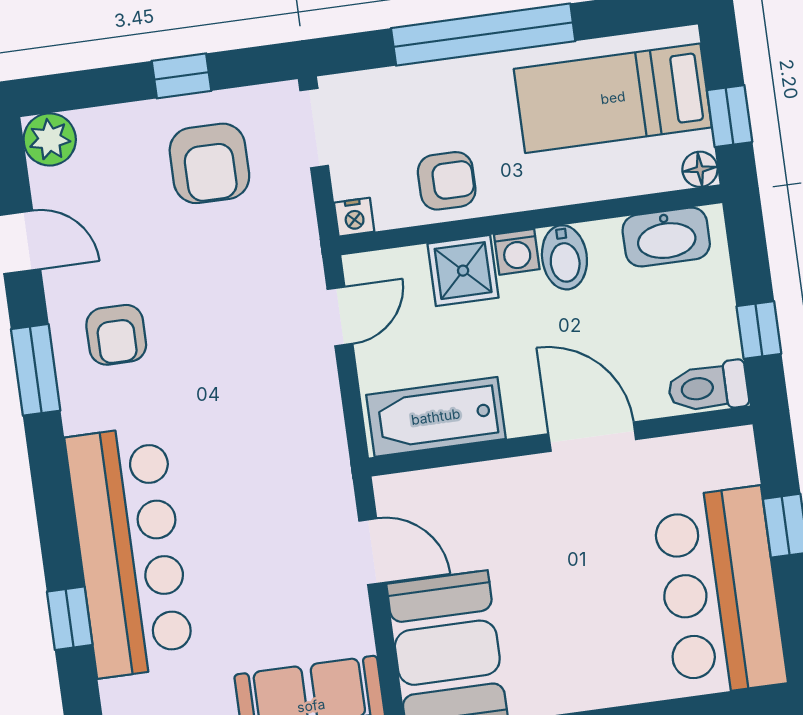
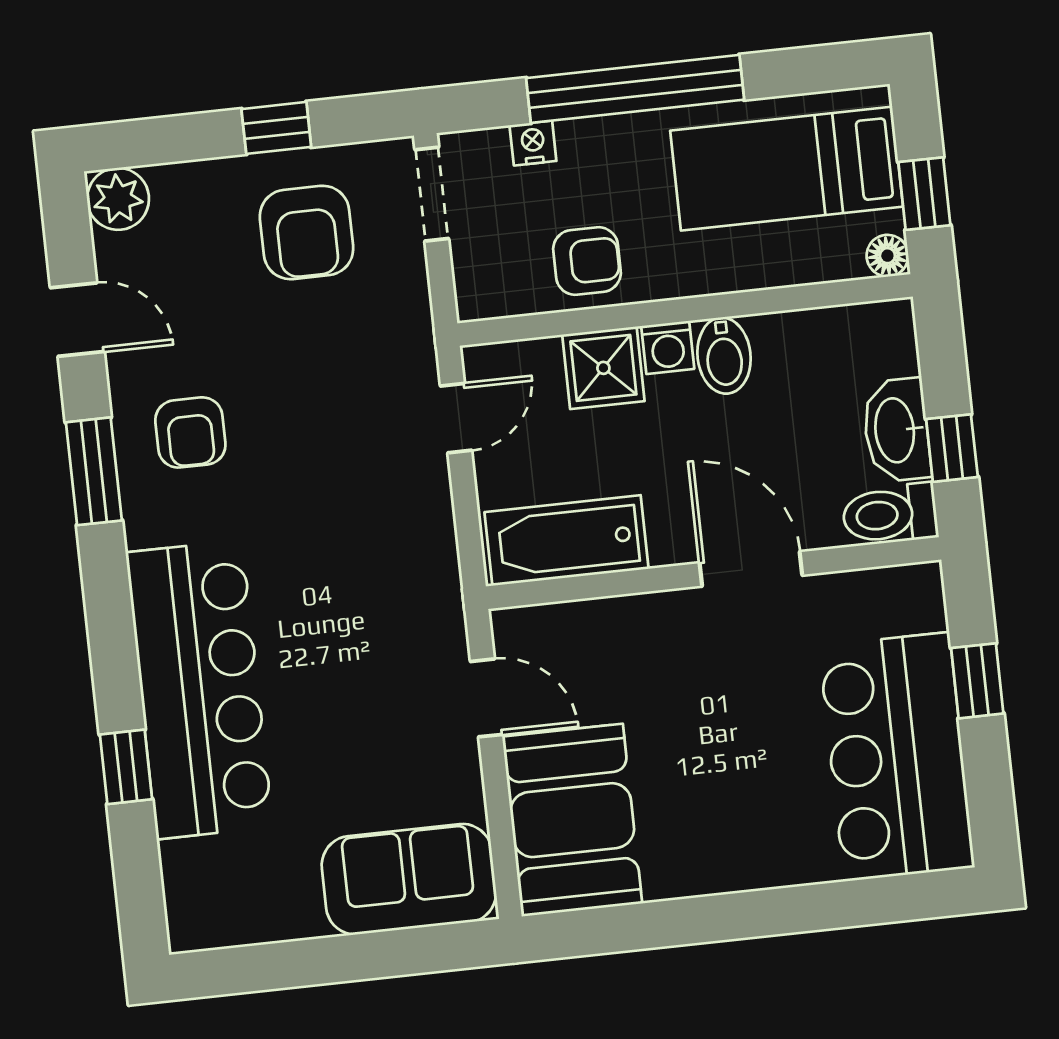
nightstand: (354, 217) -> (533, 143), moved, turned 180
washbasin: (666, 237) -> (896, 430), moved, turned 90

